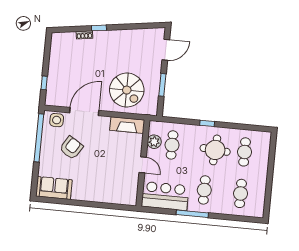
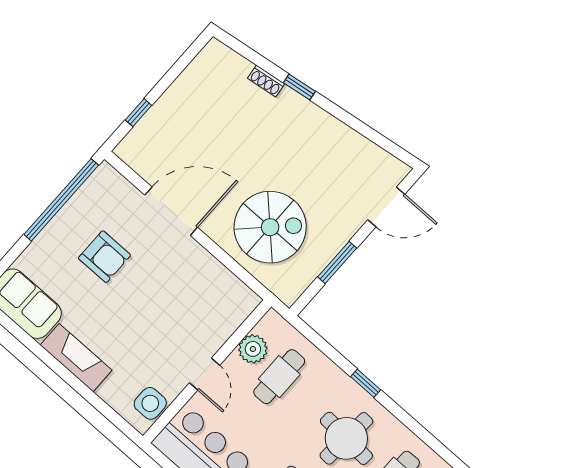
spiral stairs: (127, 90) -> (270, 227), turned -90
side table: (57, 120) -> (150, 403), moved
fireplace: (127, 125) -> (76, 358), moved, turned 180
armchair: (71, 148) -> (104, 257), turned 58

